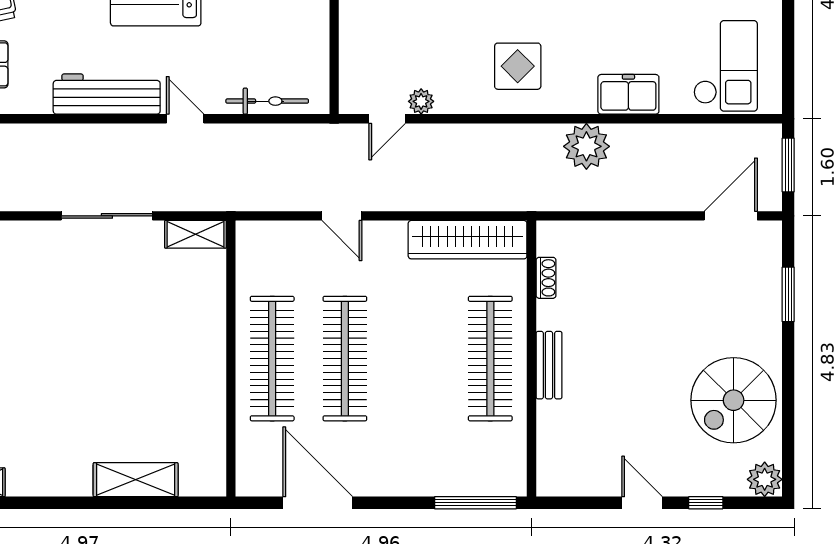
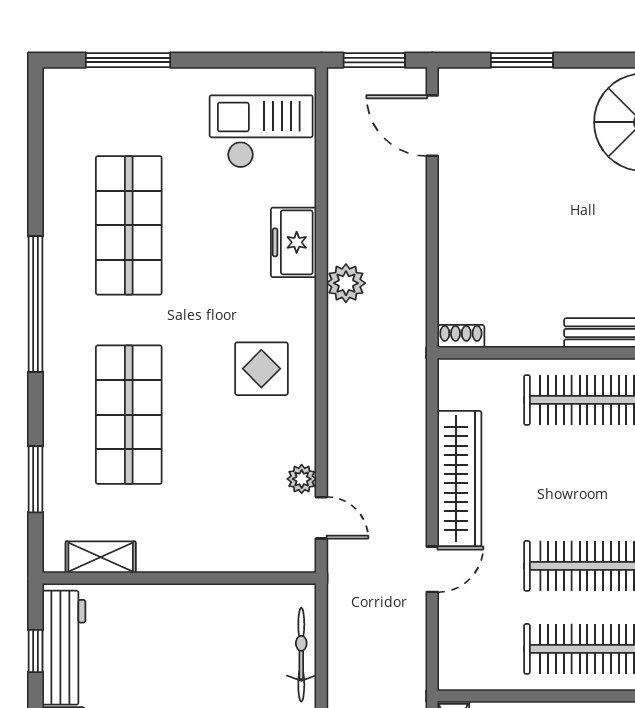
plant: (586, 146) -> (346, 283), width x0.73, depth x0.73
wardrobe: (468, 240) -> (459, 479), moved
shoe rack: (546, 278) -> (461, 336), moved

